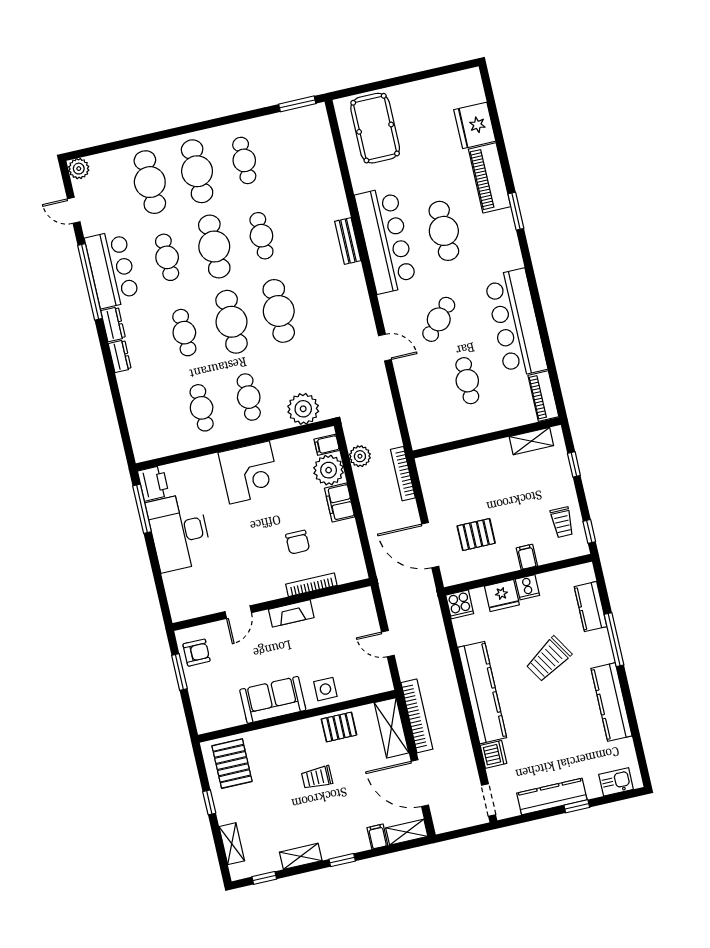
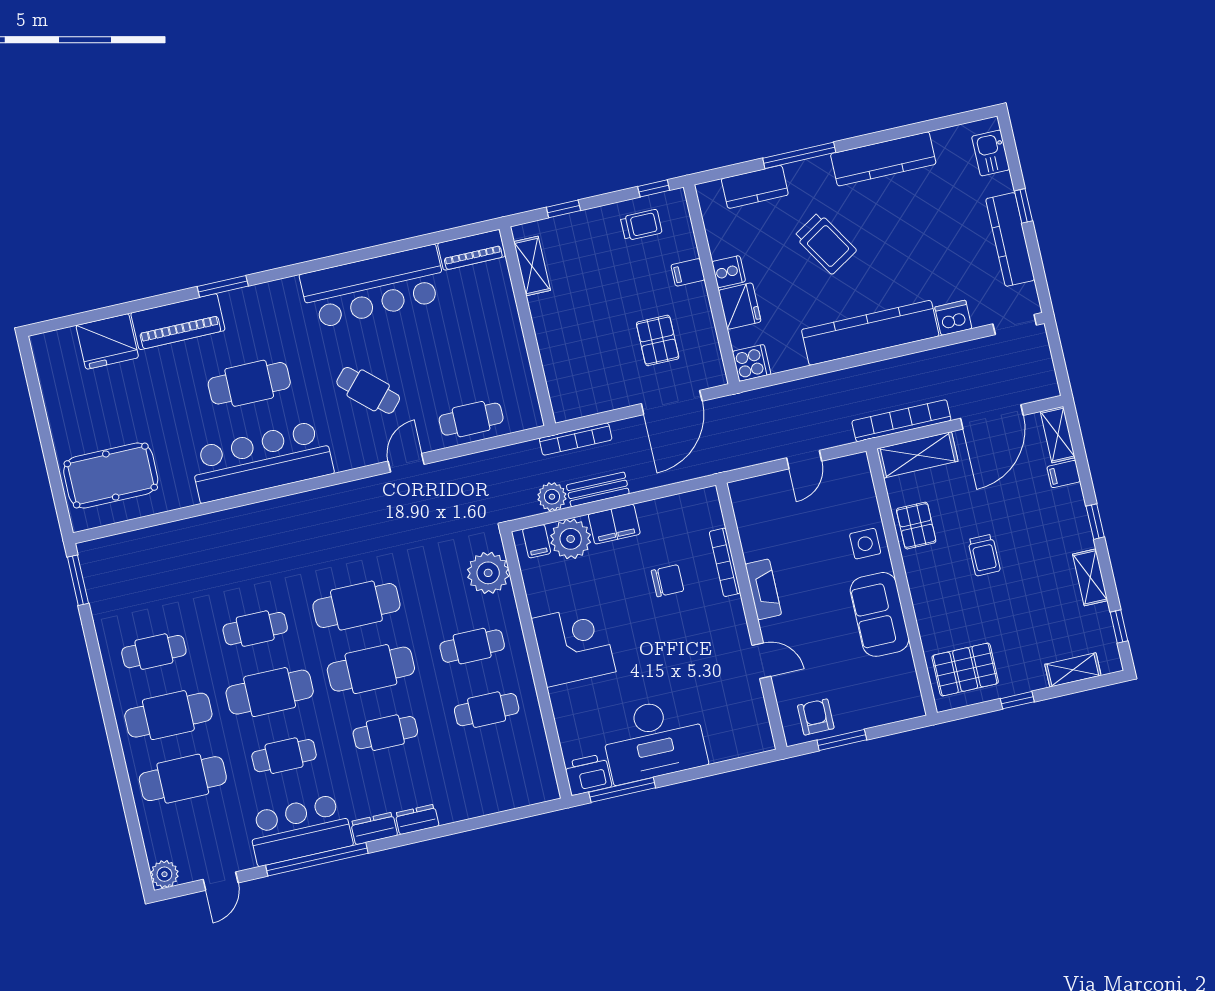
bench: (348, 241) -> (598, 489), moved
cafe table: (467, 381) -> (471, 419), moved

